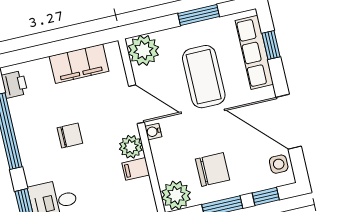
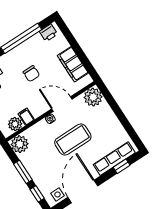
window: (199, 15) -> (124, 120), removed
coffee table: (204, 77) -> (73, 140), moved
door: (136, 104) -> (62, 104), swing flipped
plant: (131, 147) -> (15, 124), moved
chair: (213, 169) -> (41, 159), removed

